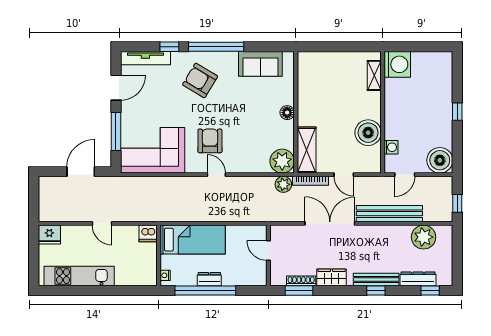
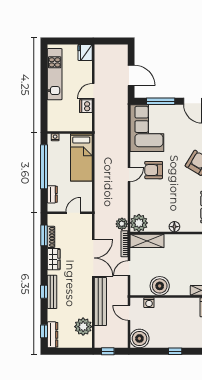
armchair: (210, 141) -> (154, 170), turned 180
dishwasher: (148, 233) -> (86, 106), moved
dresser: (209, 279) -> (52, 194), moved
dresser: (418, 279) -> (53, 335), moved

